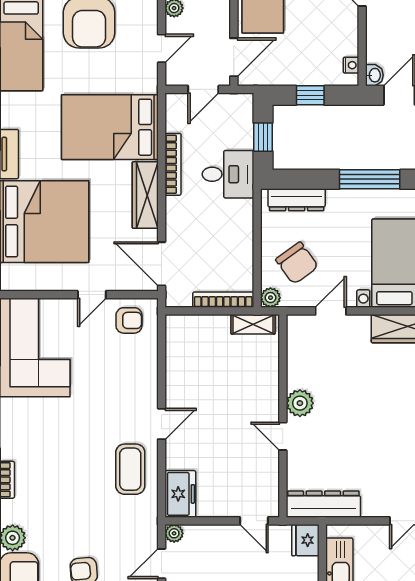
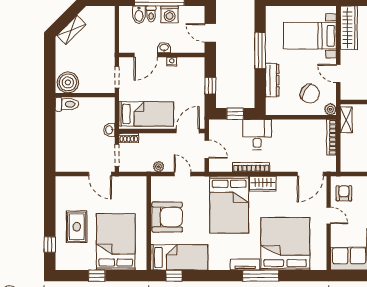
door: (234, 57) -> (188, 131), hinge flipped
nightstand: (351, 65) -> (172, 62), moved
washbasin: (374, 75) -> (164, 48), moved
wardrobe: (145, 195) -> (263, 184), width x0.67
dresser: (297, 200) -> (272, 80), moved
chair: (297, 263) -> (310, 94), turned 69

